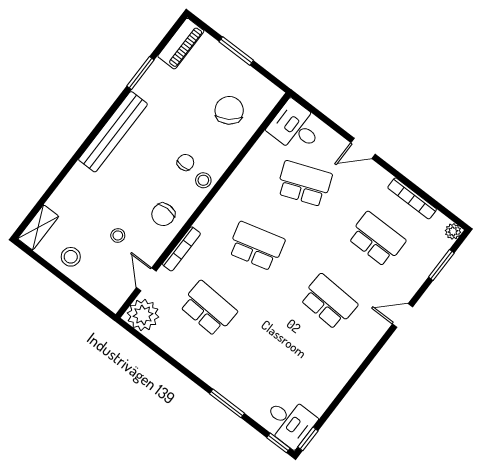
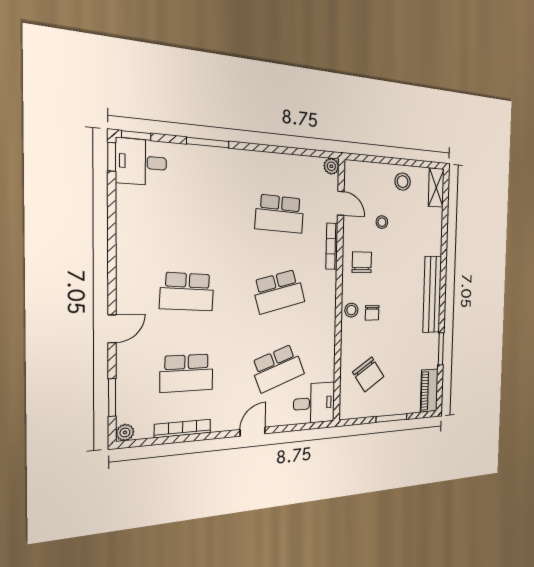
plant: (143, 315) -> (331, 166), width x0.53, depth x0.53

